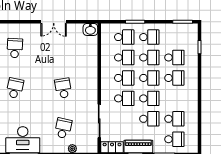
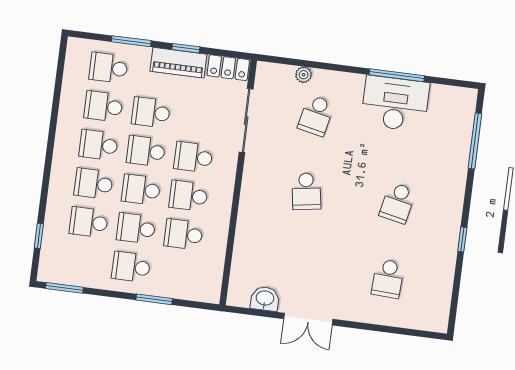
double door: (54, 22) -> (308, 319), swing flipped
washbasin: (90, 29) -> (265, 299), moved
school desk: (124, 37) -> (99, 145), moved

